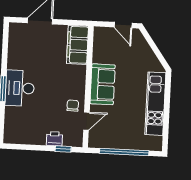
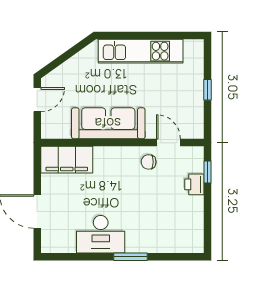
sofa: (103, 84) -> (108, 123), width x1.36
desk: (20, 88) -> (101, 234), moved
window: (124, 152) -> (208, 90), width x0.32

